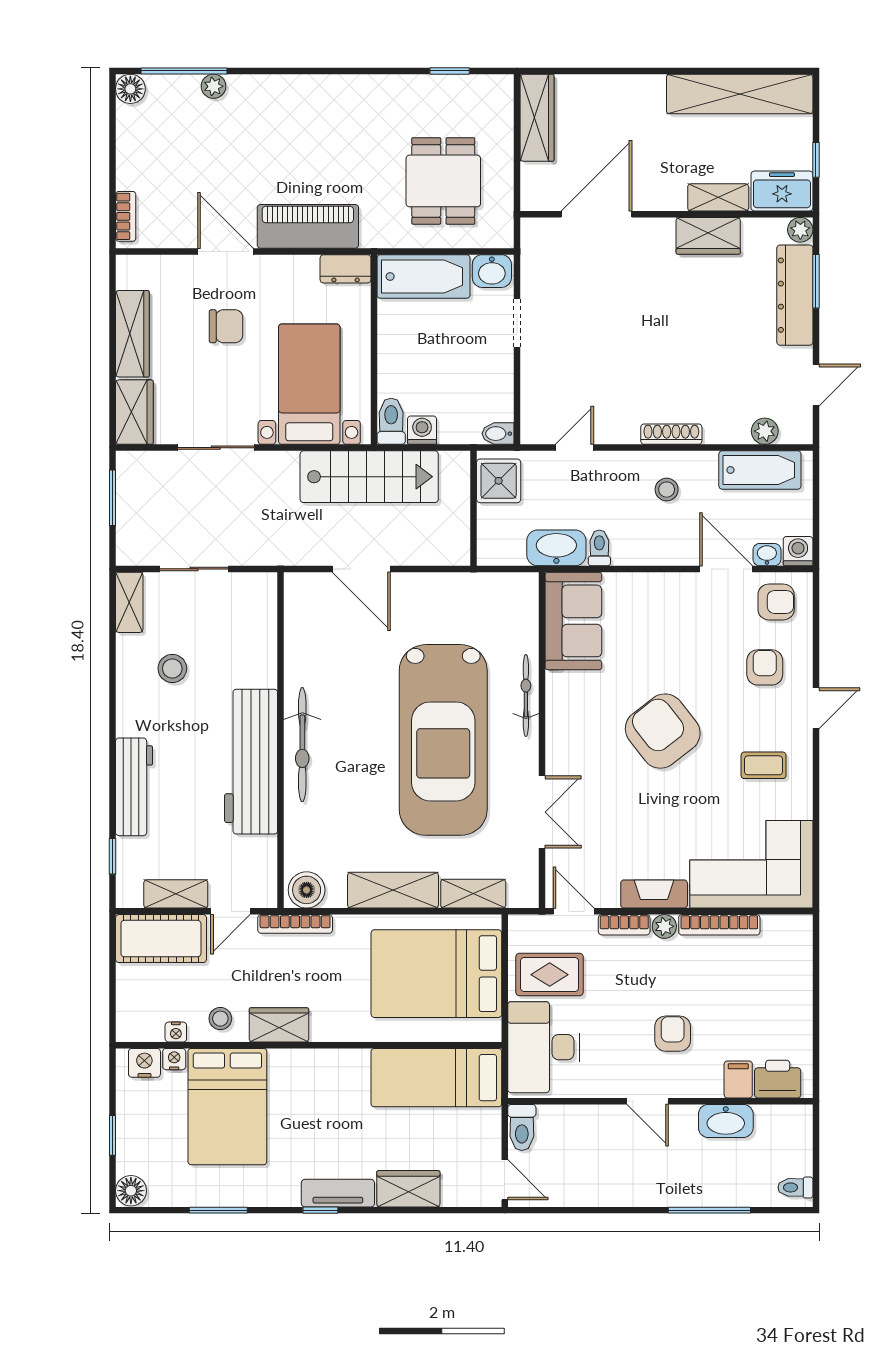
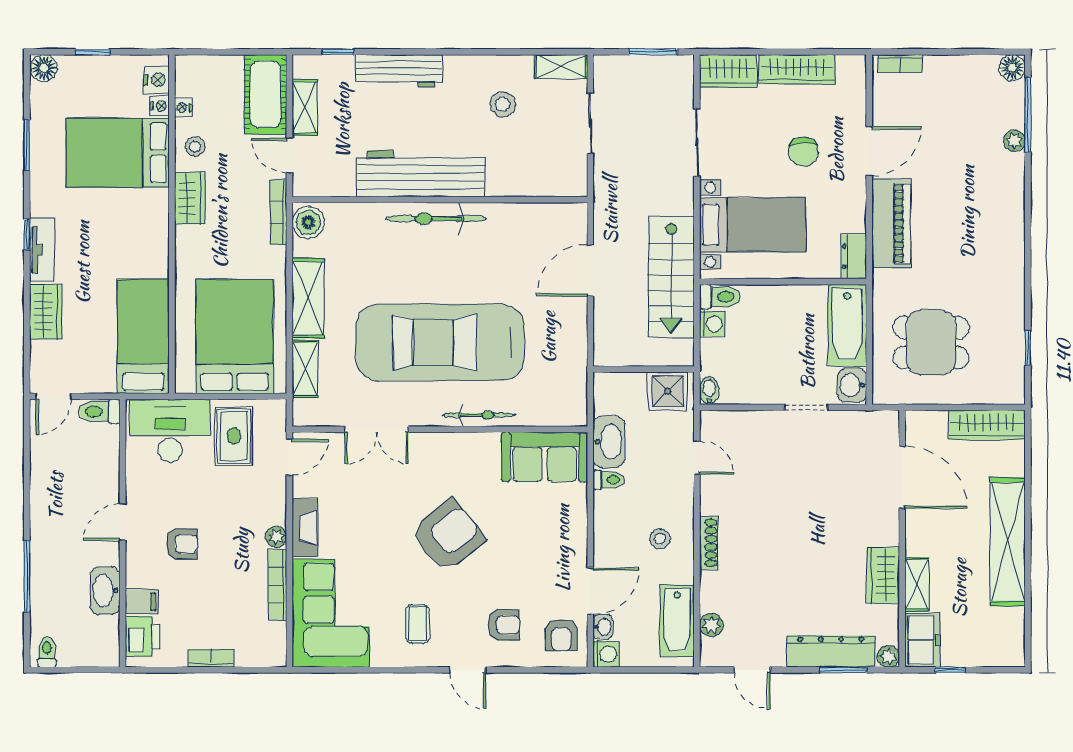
shelving: (740, 94) -> (1008, 542), moved
bookcase: (624, 925) -> (211, 658), moved, turned 90

